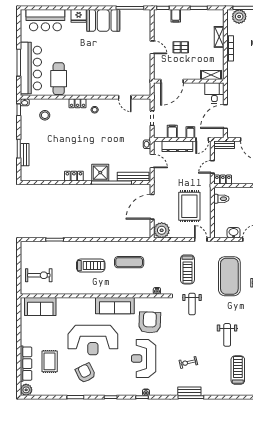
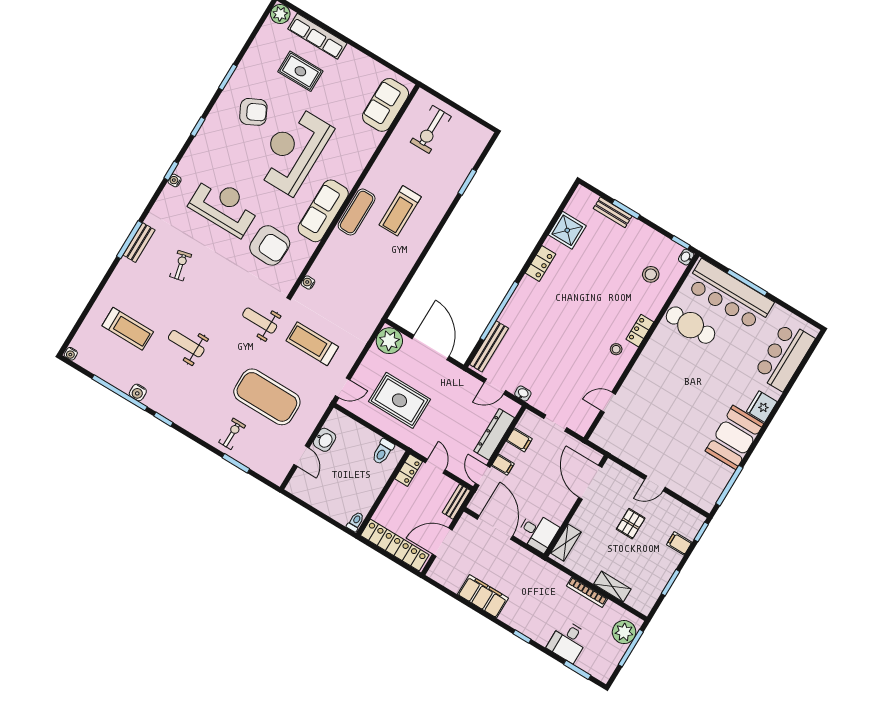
shower: (100, 173) -> (567, 230), moved
exercise mat: (129, 262) -> (357, 212), moved

